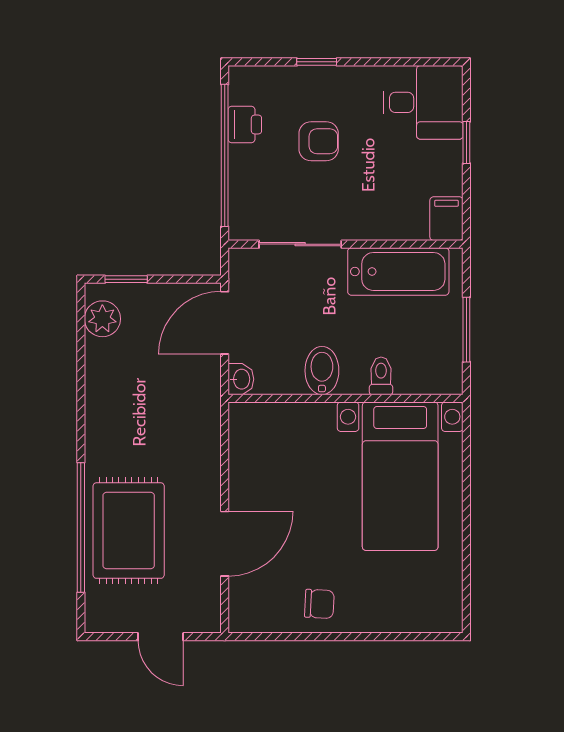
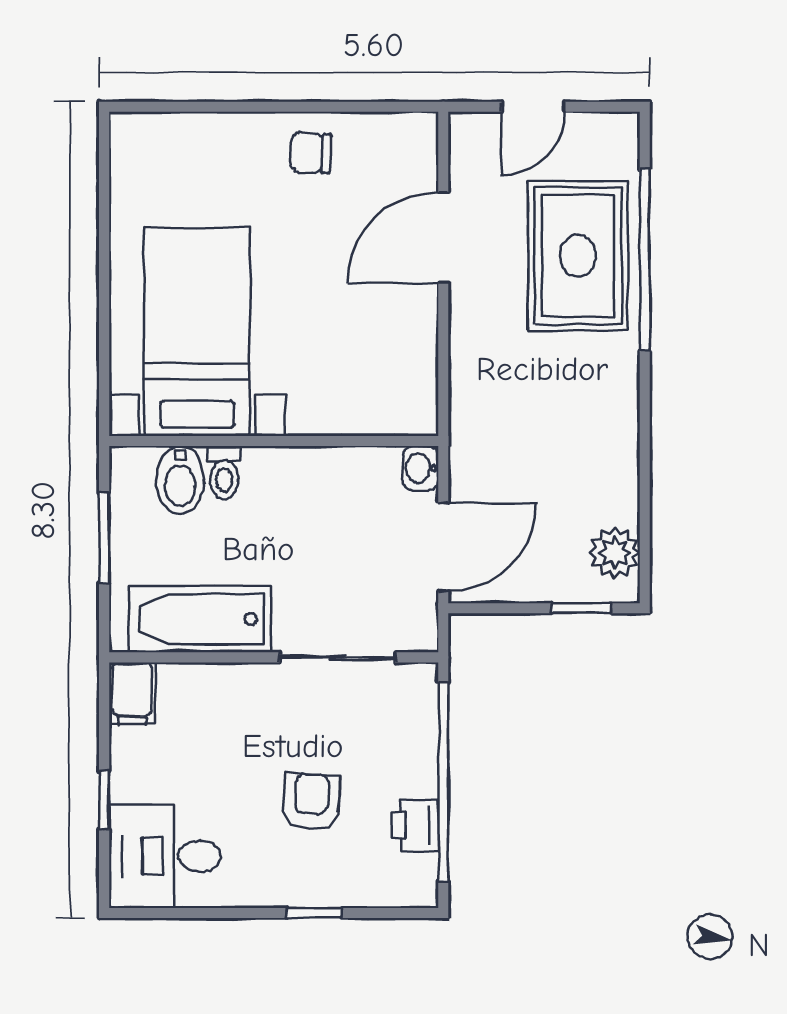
armchair: (319, 141) -> (311, 802), turned 93
bidet: (322, 371) -> (180, 480), moved
door: (161, 637) -> (533, 107), swing flipped

